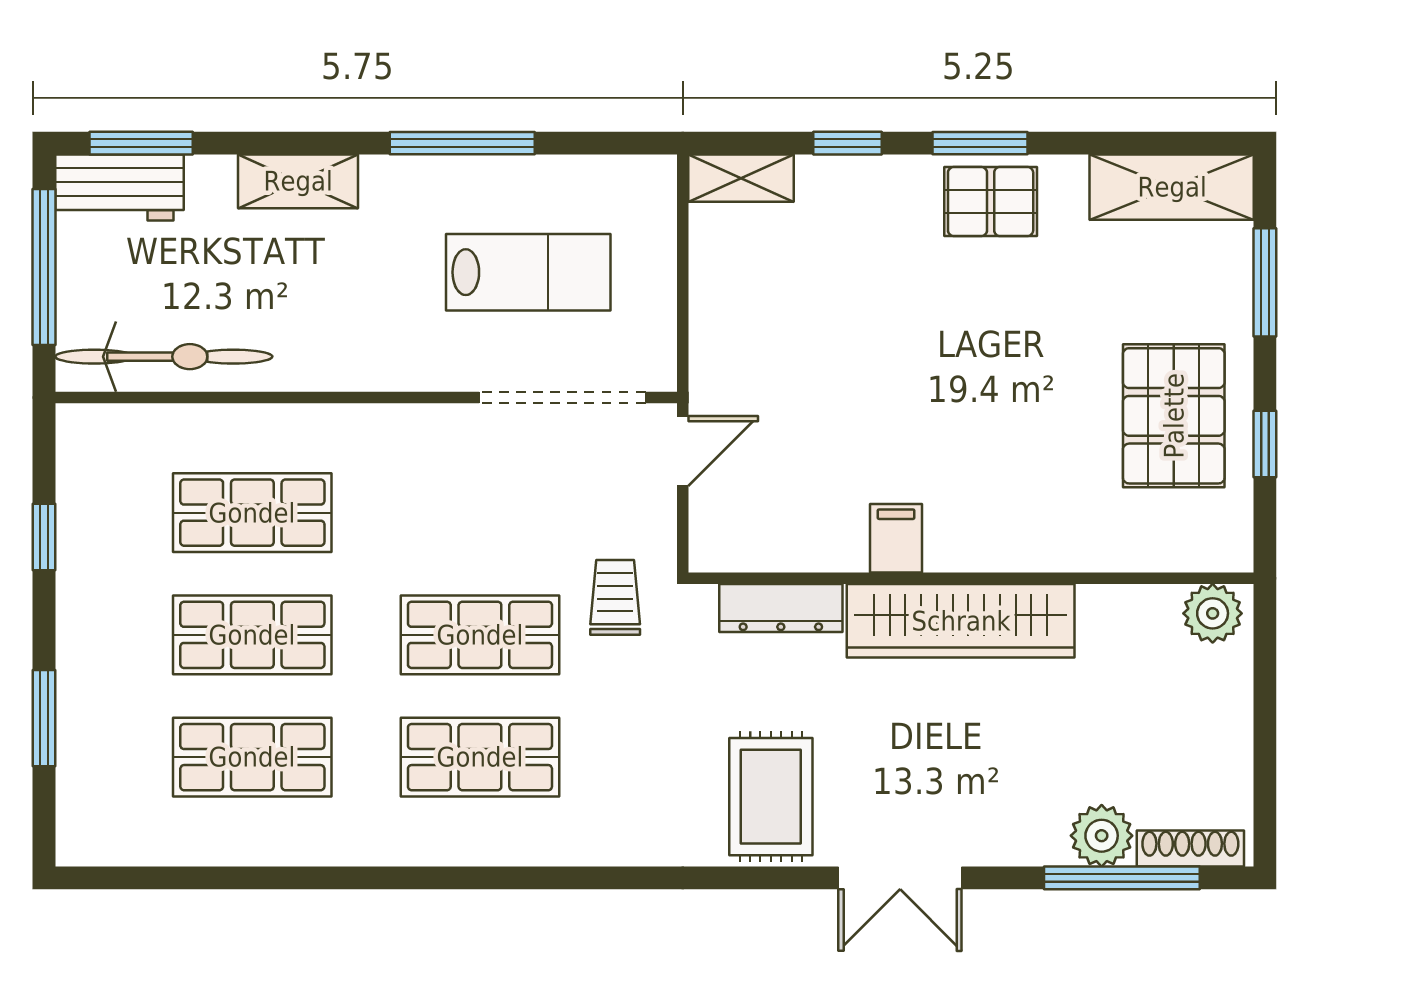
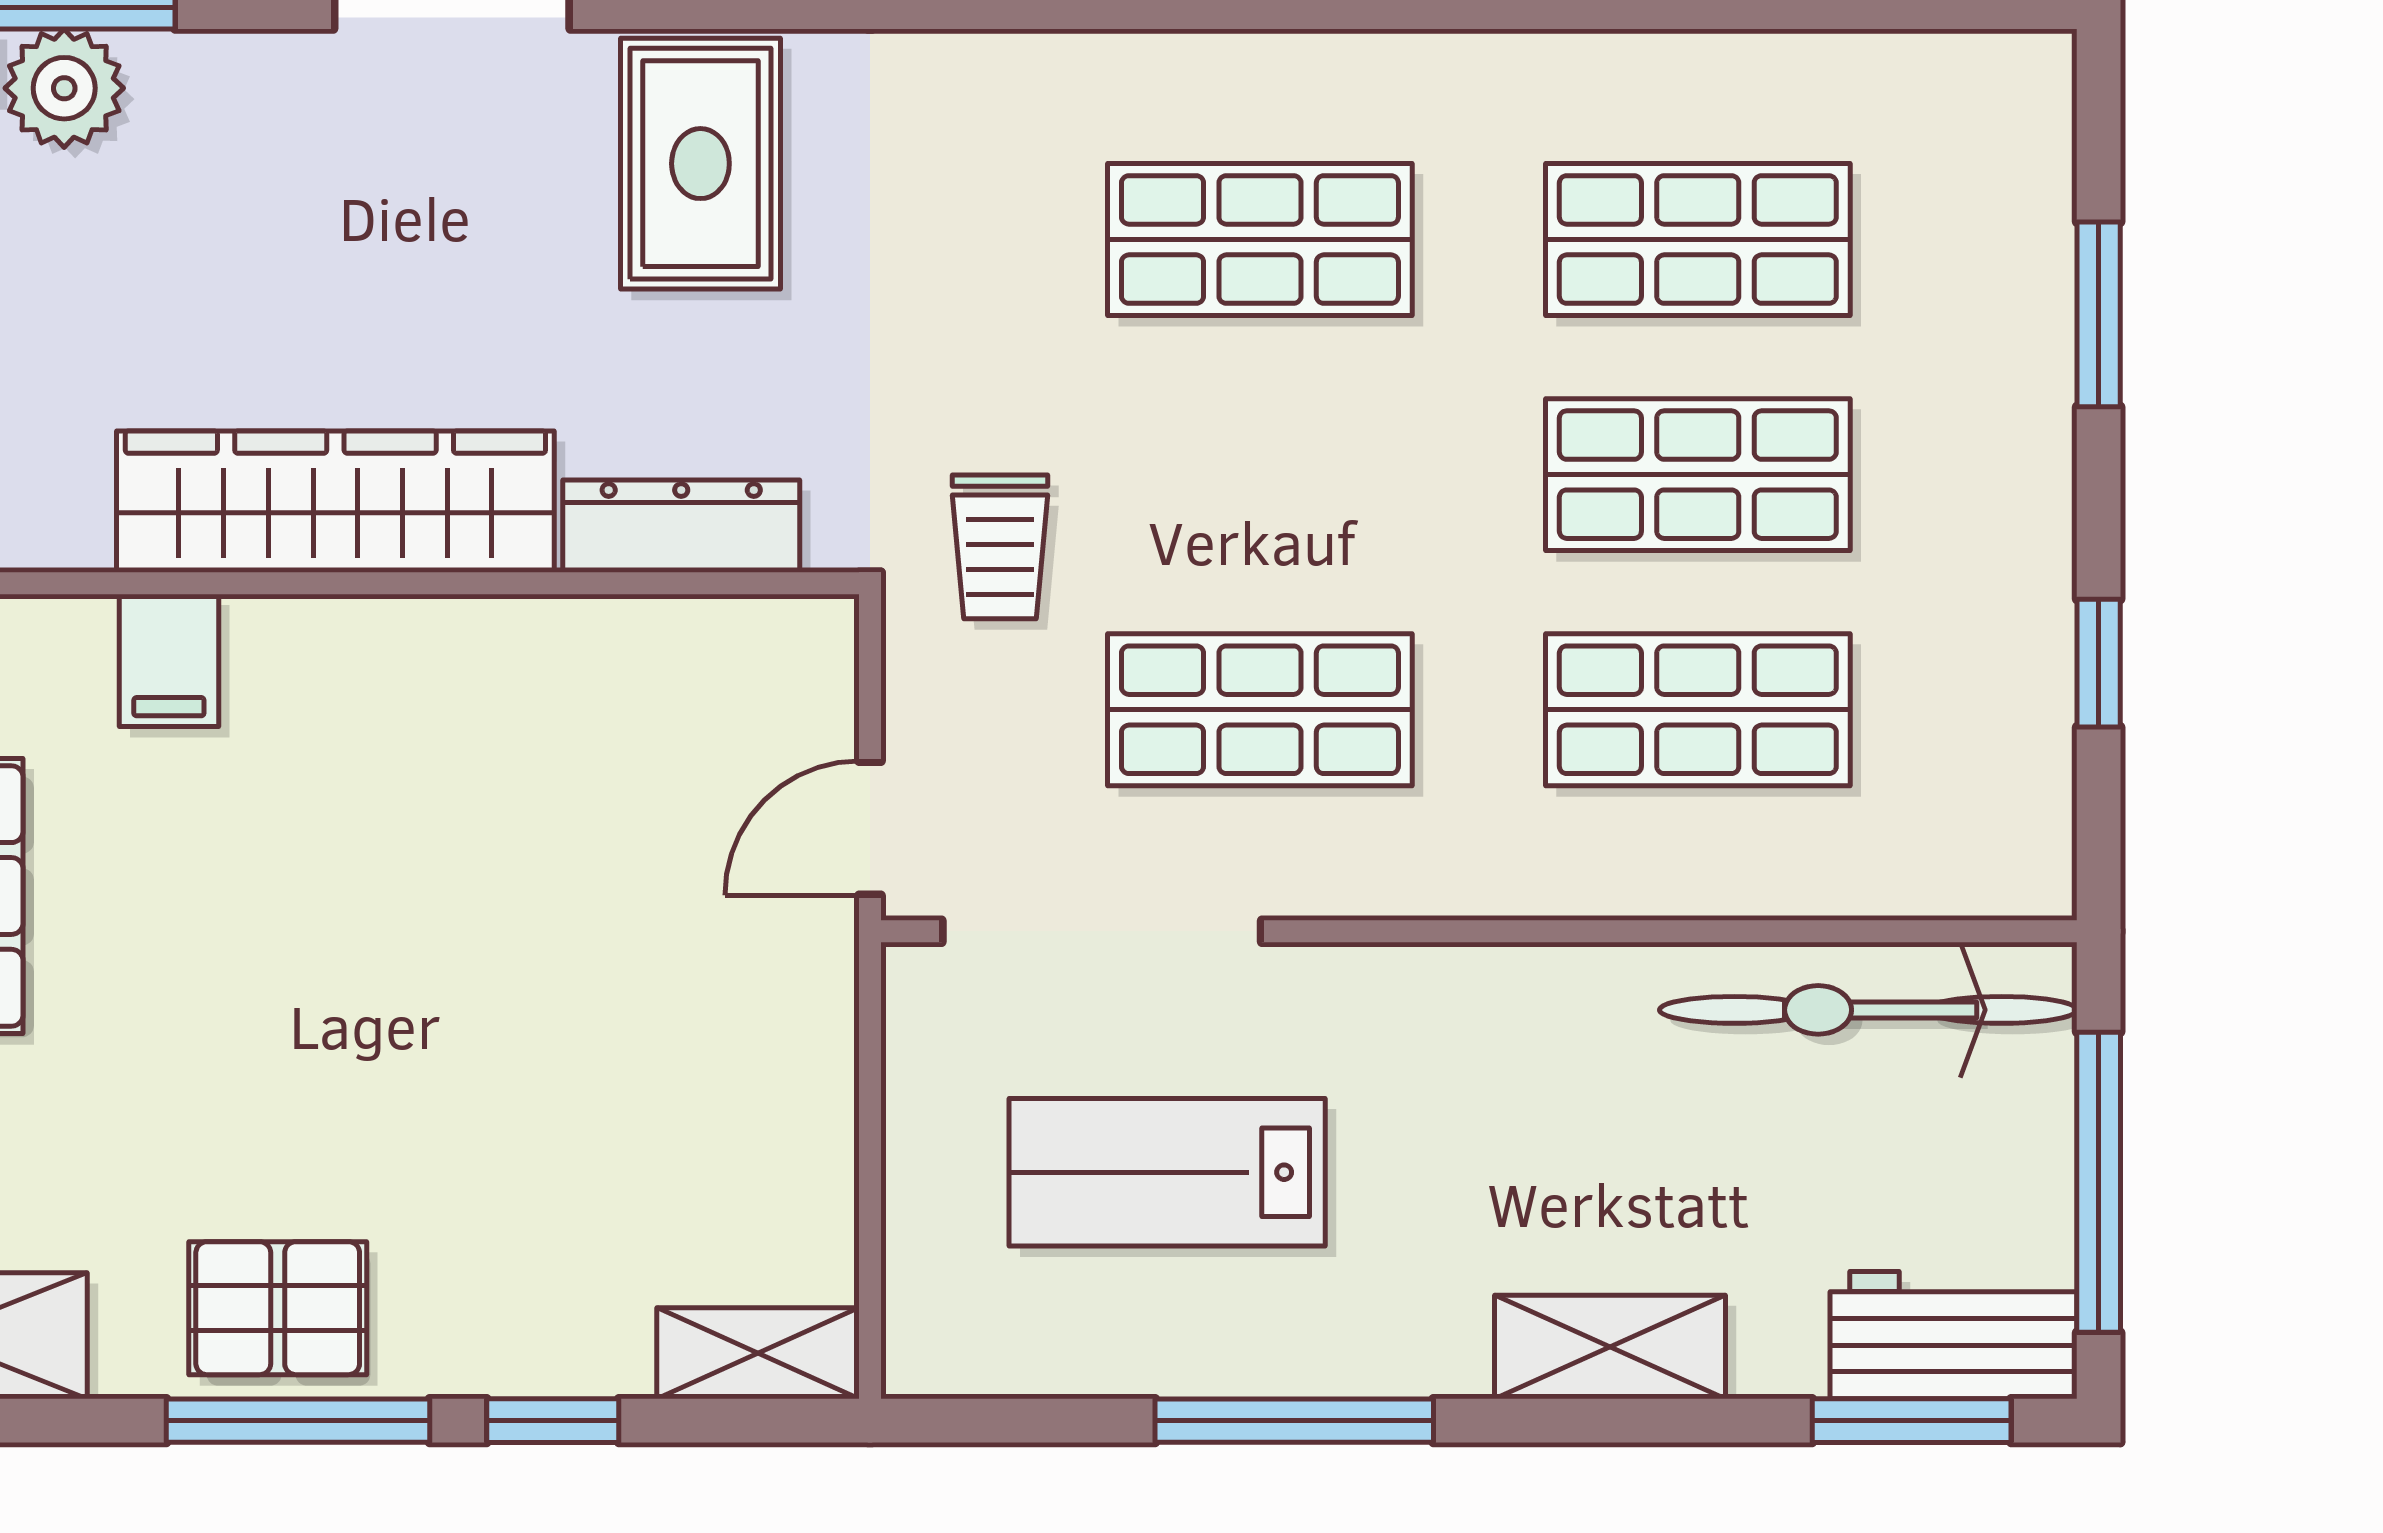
window: (980, 143) -> (298, 1421), width x1.44
filing cabinet: (896, 538) -> (169, 660), moved
shop shelf: (480, 635) -> (1260, 710), moved

